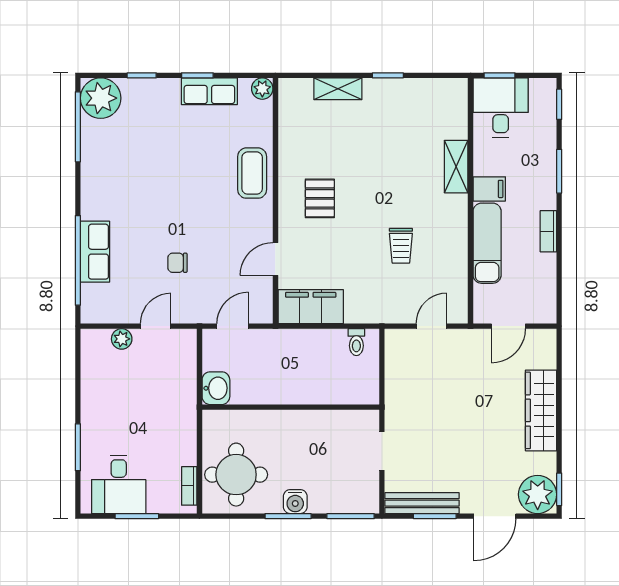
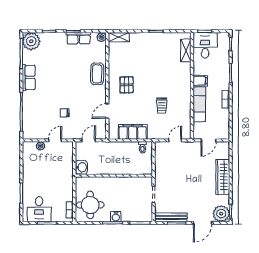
shelving: (338, 89) -> (119, 37), moved
shelving: (456, 167) -> (186, 50), moved
row of seats: (95, 252) -> (29, 77), moved
filing cabinet: (311, 307) -> (133, 132), moved

